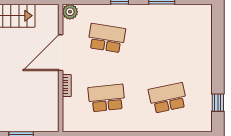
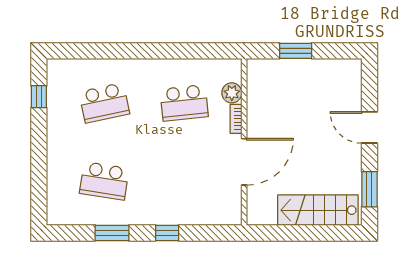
plant: (70, 12) -> (232, 93), moved
school desk: (107, 38) -> (104, 181), moved

